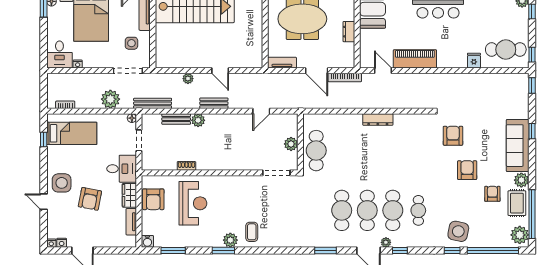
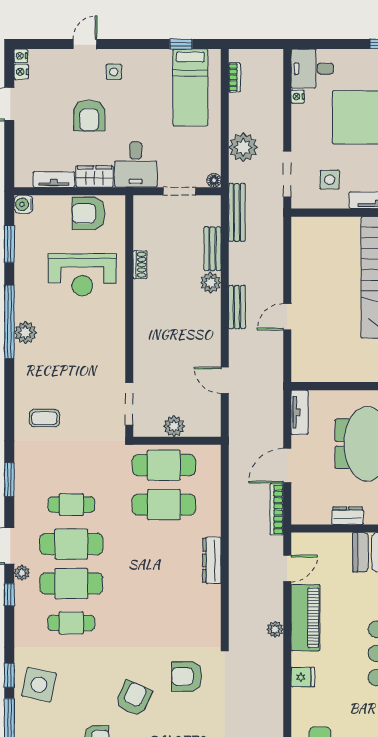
fridge: (474, 61) -> (303, 677), moved
plant: (188, 79) -> (275, 629), moved
armchair: (453, 136) -> (187, 676), turned 180
cafe table: (342, 151) -> (164, 505), added
armchair: (467, 170) -> (134, 698), turned -65
side table: (62, 183) -> (114, 72), width x0.54, depth x0.54
armchair: (90, 199) -> (89, 116), turned -101
cafe table: (342, 210) -> (71, 505), width x0.73, depth x0.74
coffee table: (252, 232) -> (44, 418), moved
window: (223, 251) -> (9, 322), width x2.11

